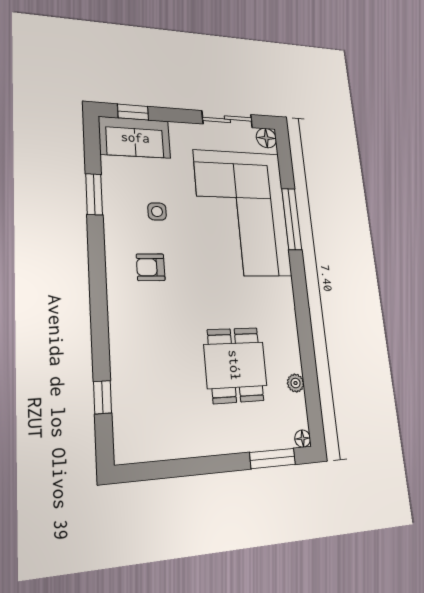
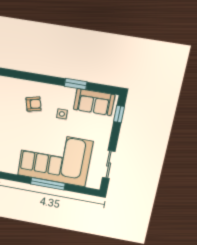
sofa: (135, 137) -> (94, 102), moved, turned -90
floor lamp: (266, 138) -> (95, 183), removed
armchair: (151, 267) -> (34, 104), turned 76

